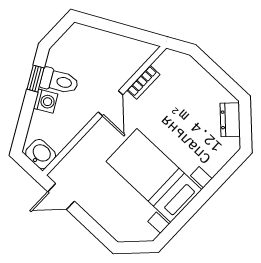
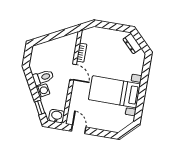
window: (36, 79) -> (40, 107), moved
door: (61, 197) -> (79, 129), swing flipped

